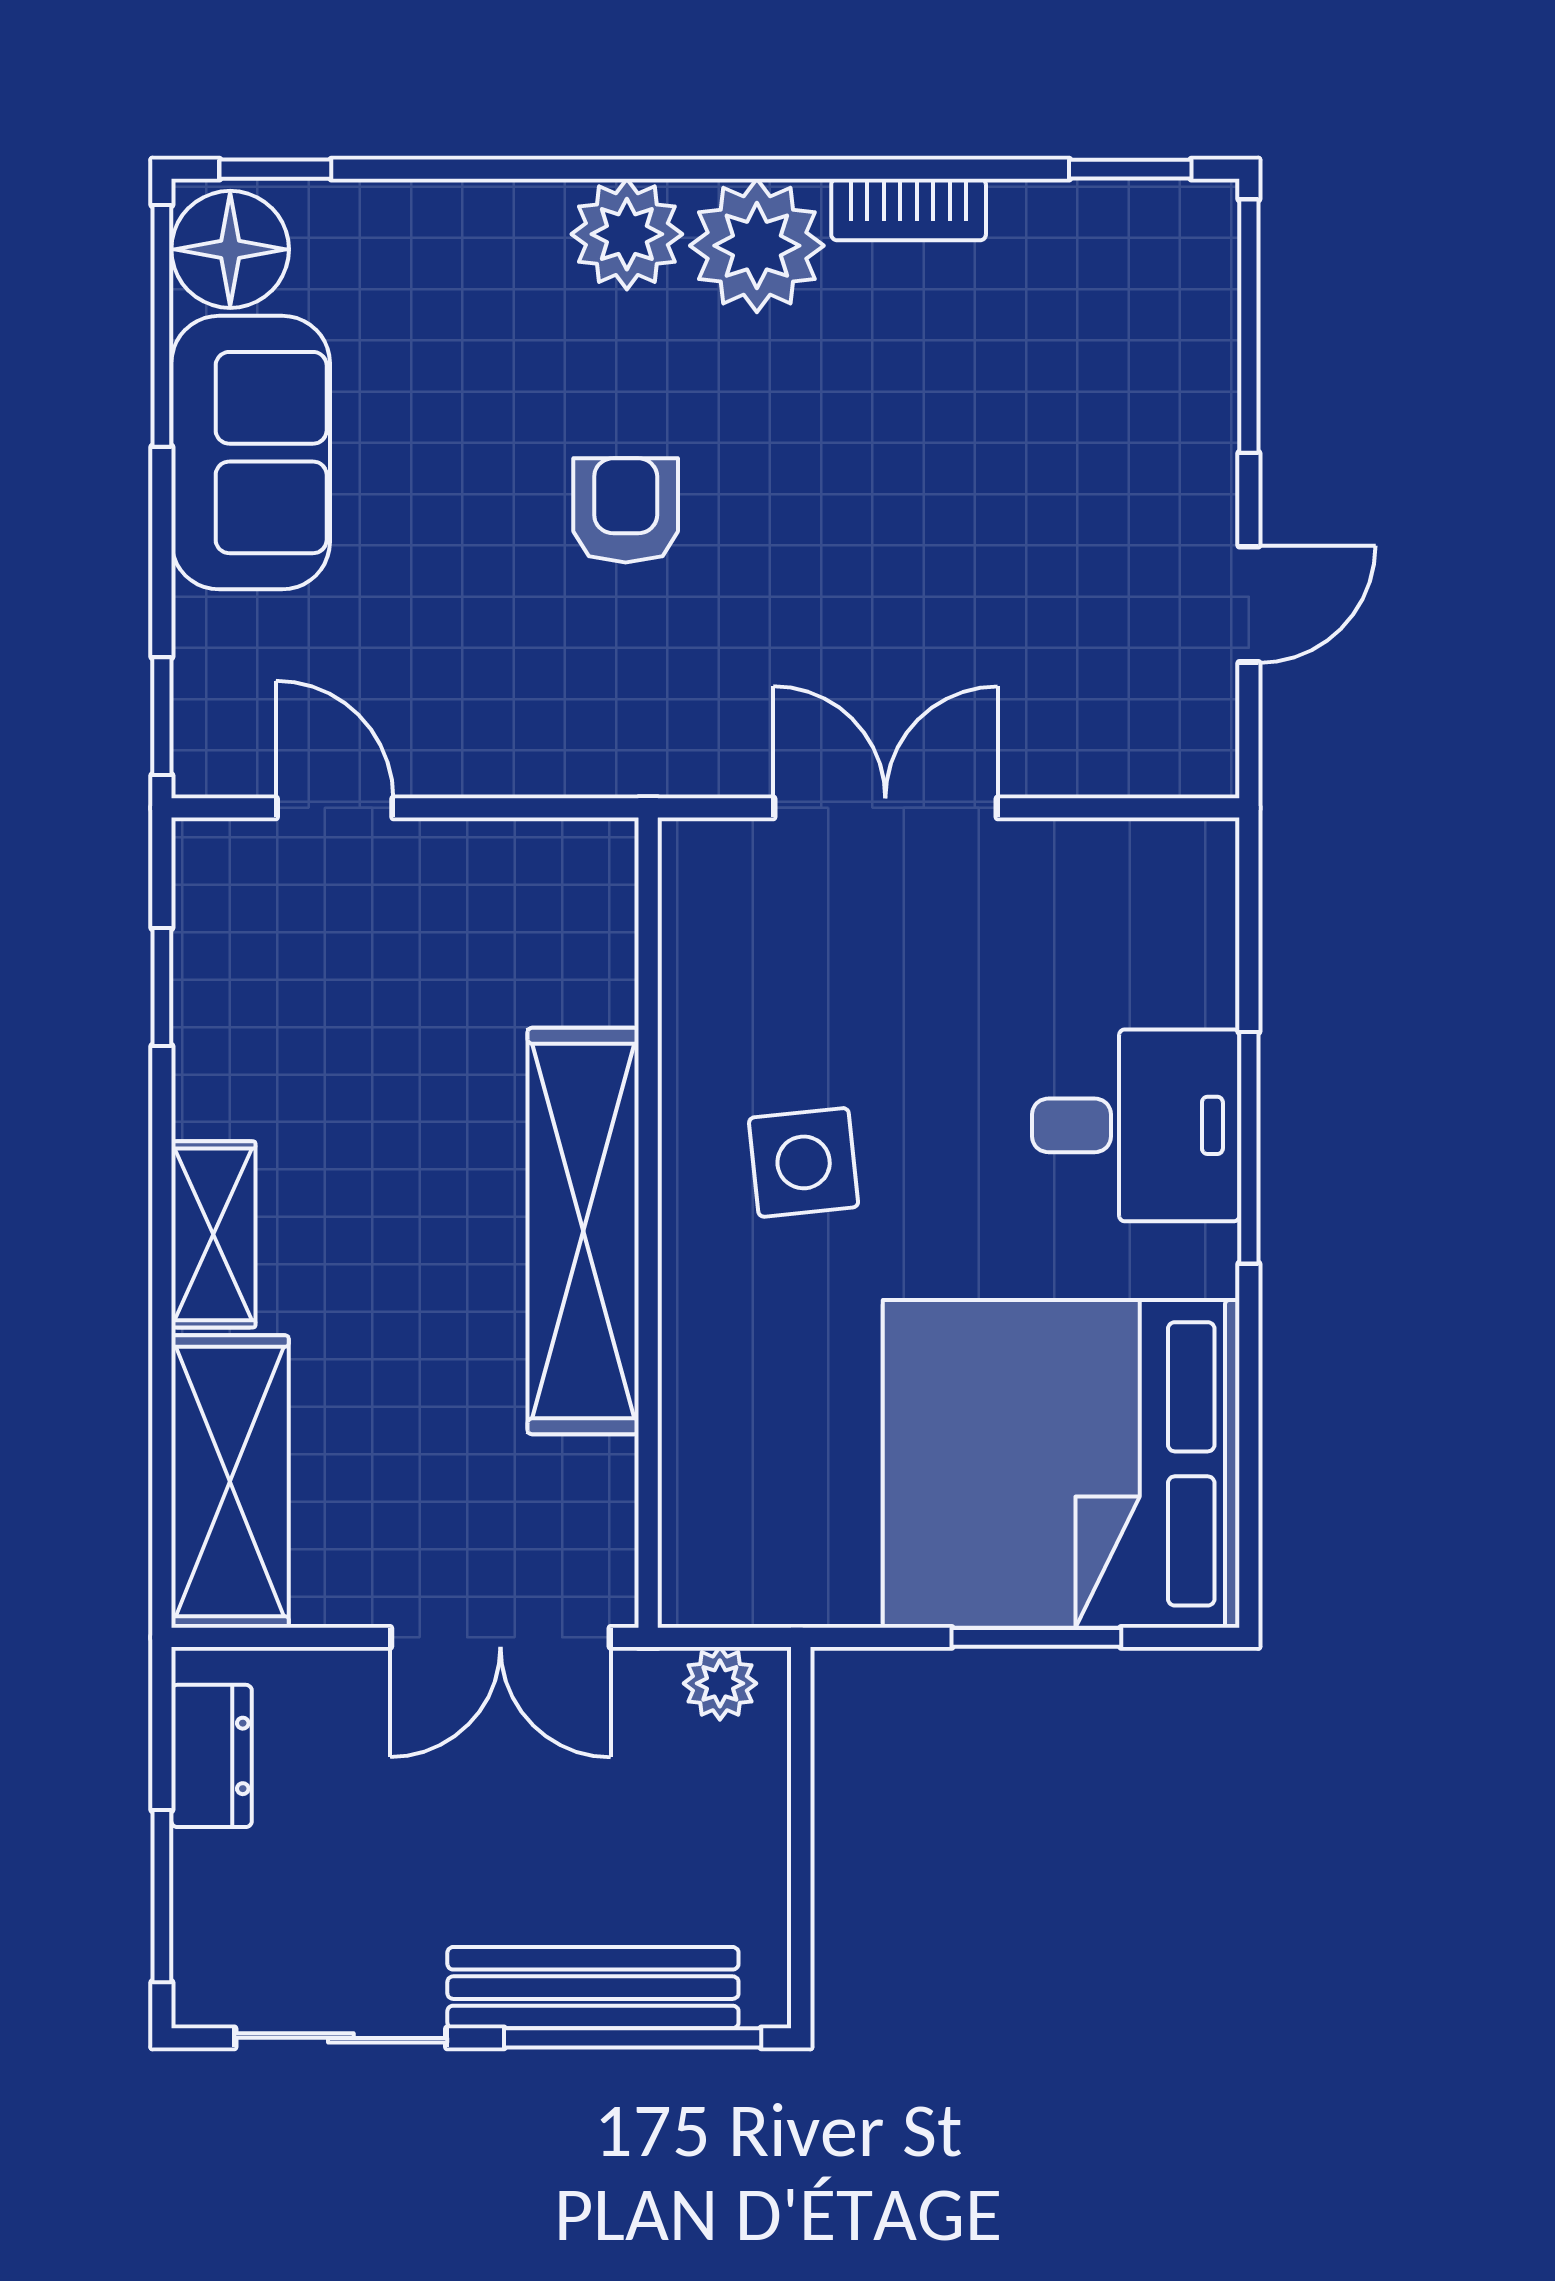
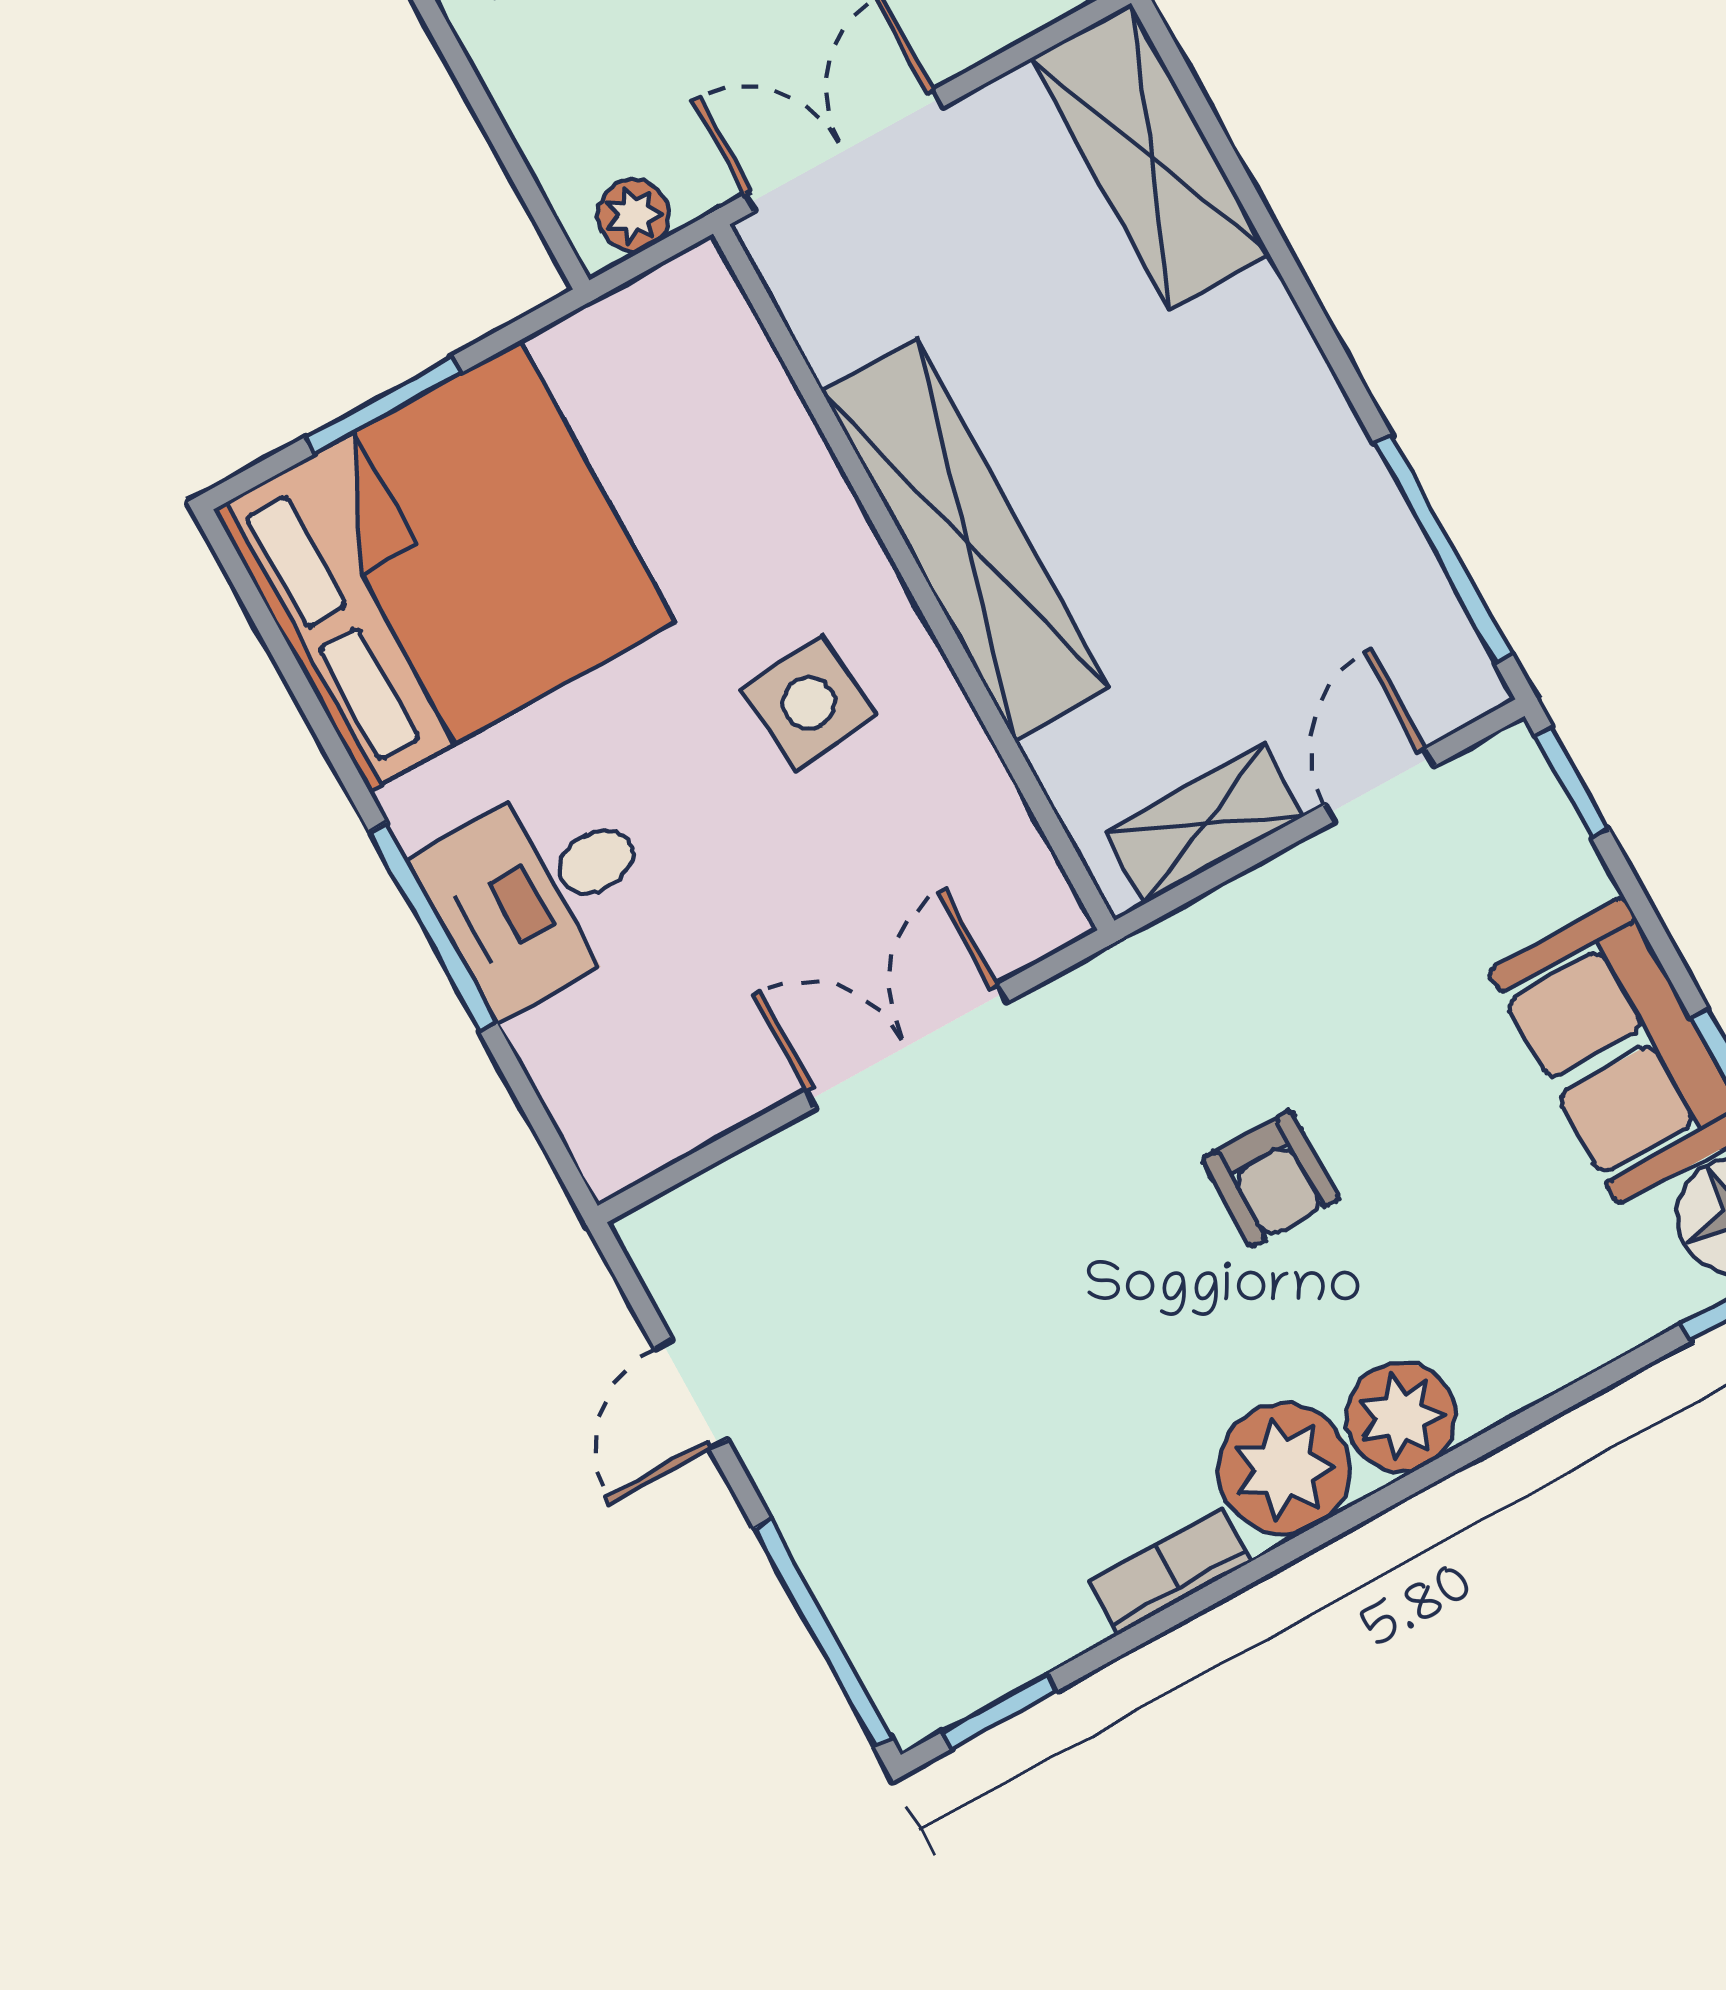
door: (335, 808) -> (1380, 785), swing flipped
double door: (885, 808) -> (906, 1046), swing flipped
window: (162, 987) -> (1443, 549), width x2.17
shelving: (213, 1234) -> (1204, 824), moved, turned 90

